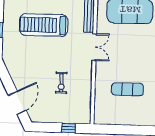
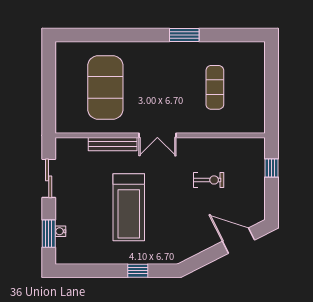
double door: (94, 47) -> (157, 135), swing flipped

